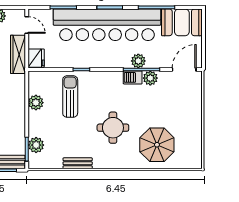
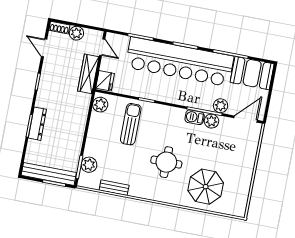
plant: (138, 61) -> (221, 106), moved
plant: (36, 103) -> (100, 105), moved
bench: (78, 163) -> (114, 188), moved

